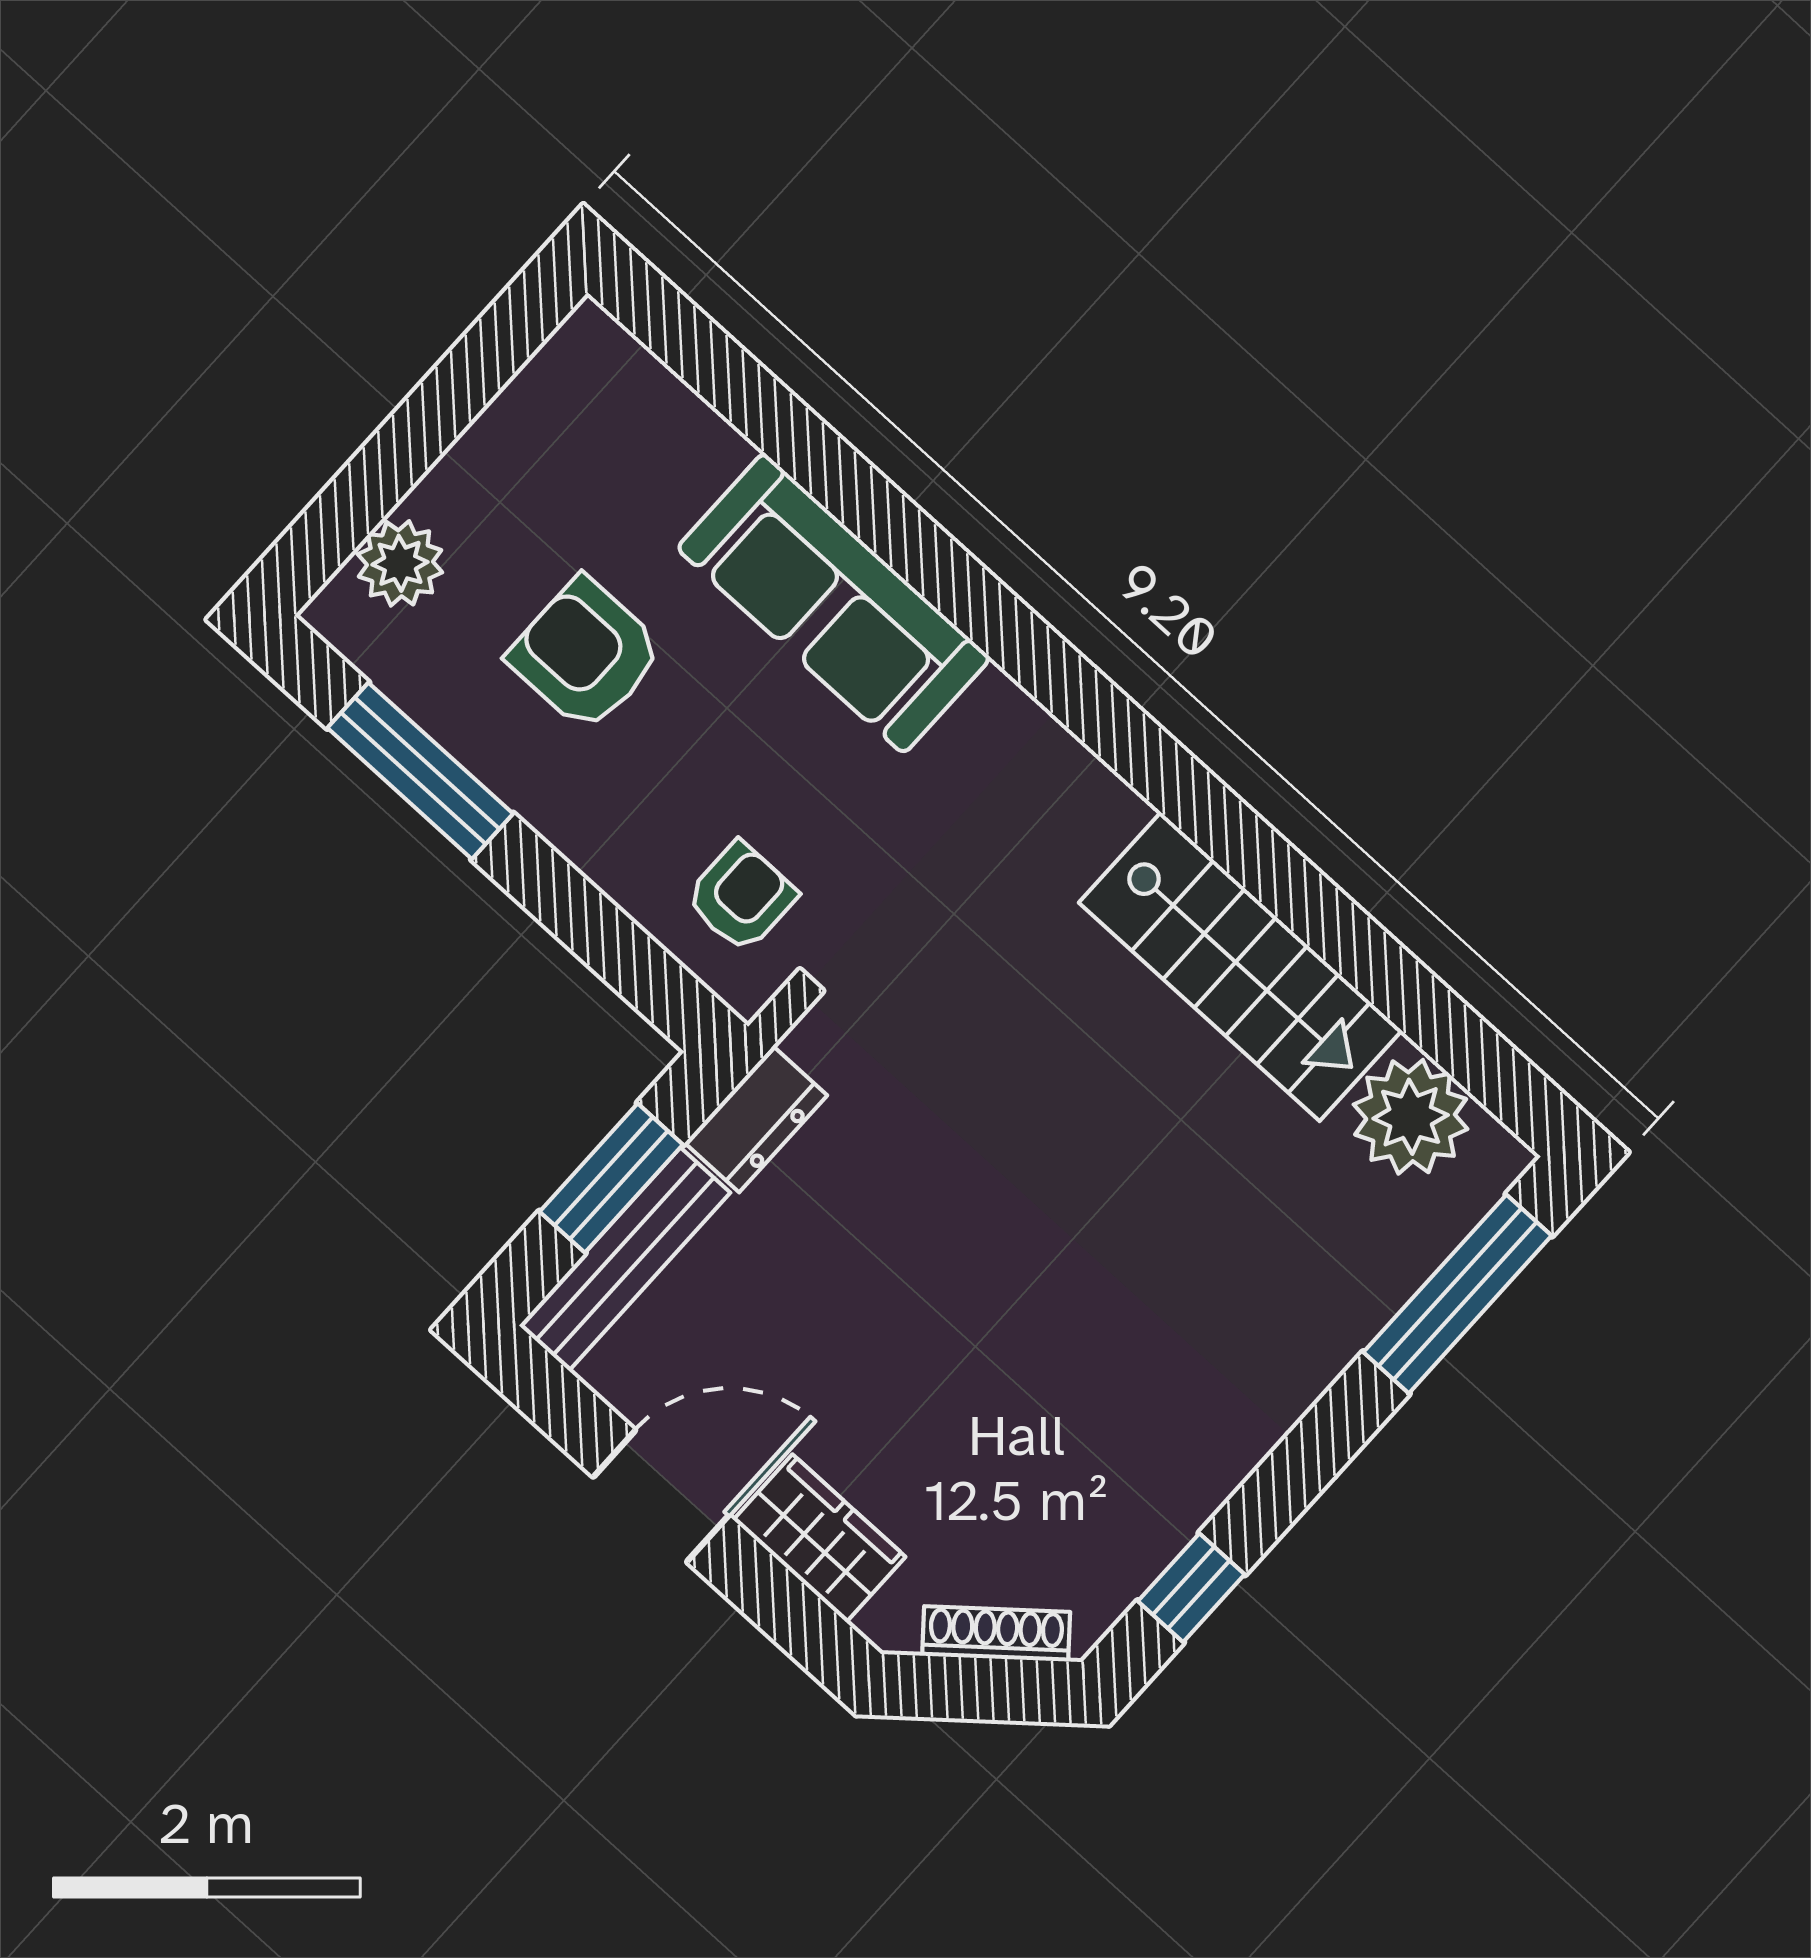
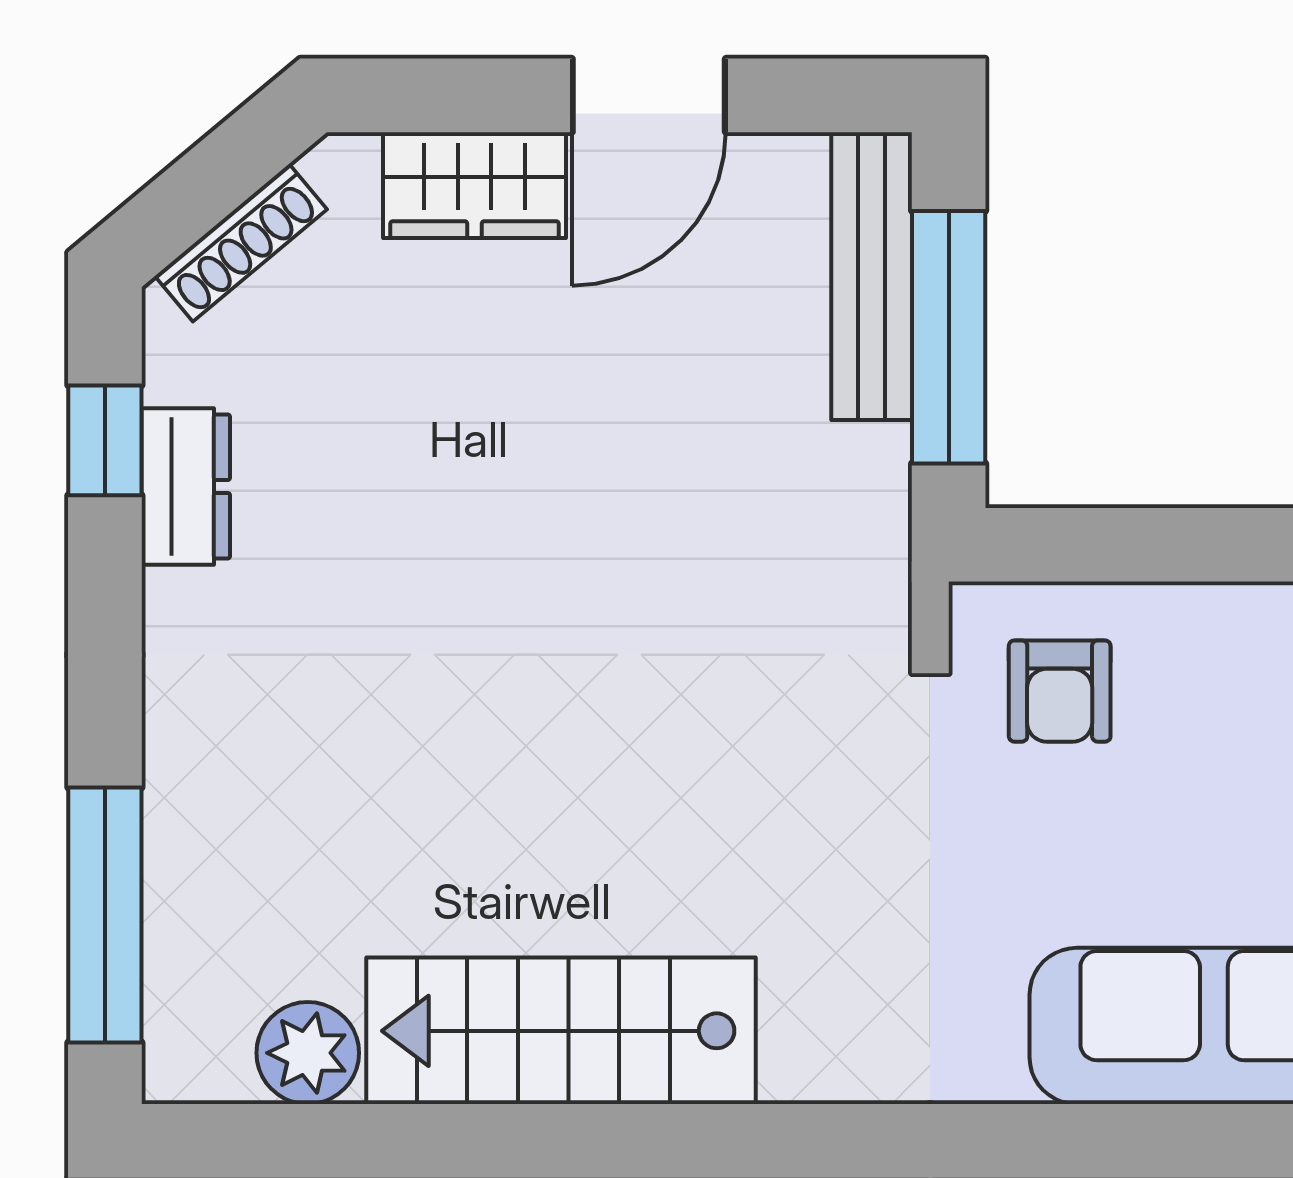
plant: (1411, 1117) -> (308, 1053), width x0.73, depth x0.73
dresser: (756, 1119) -> (186, 486), moved, turned 180
window: (611, 1178) -> (949, 337), width x1.44

